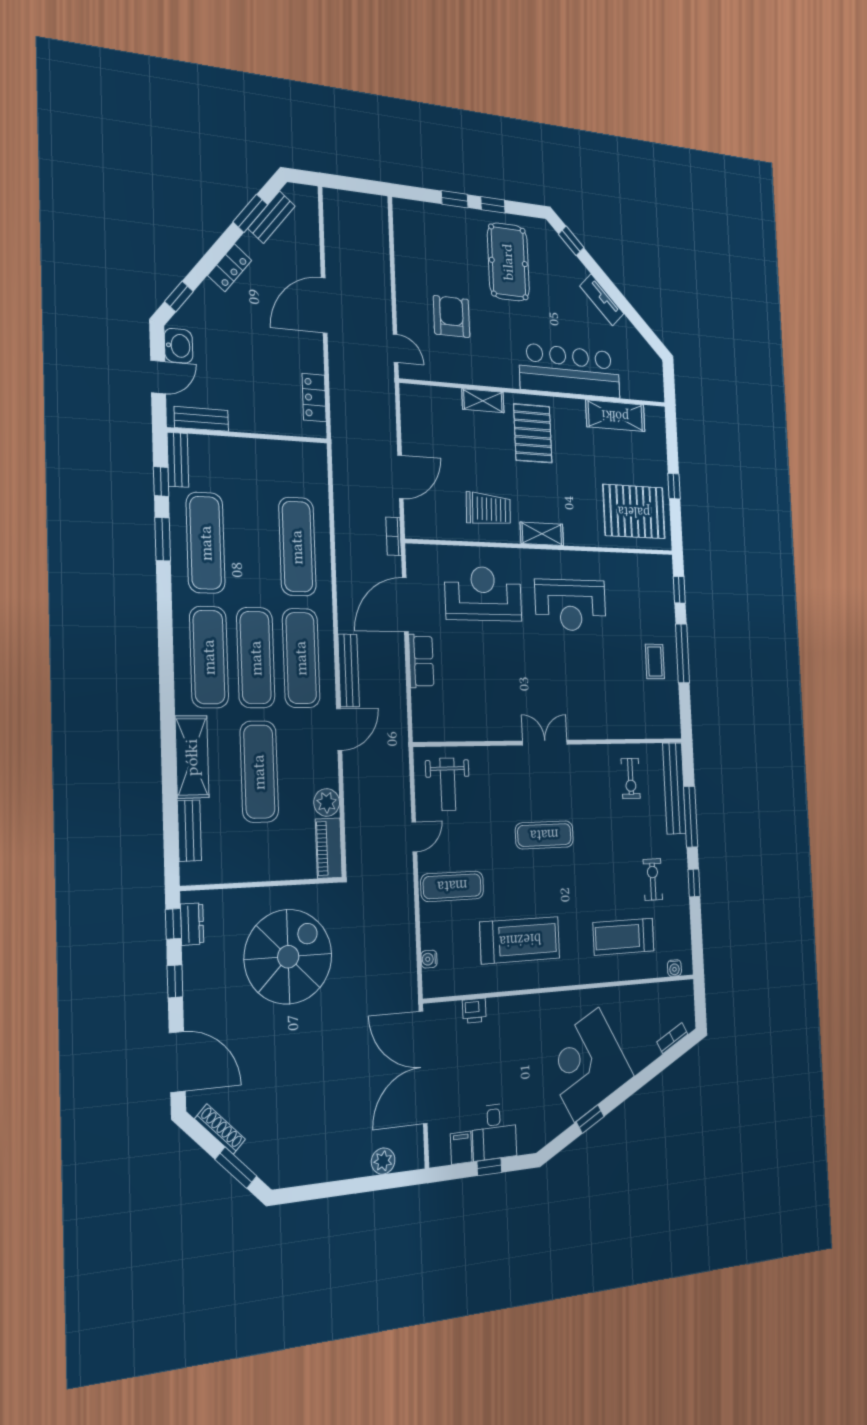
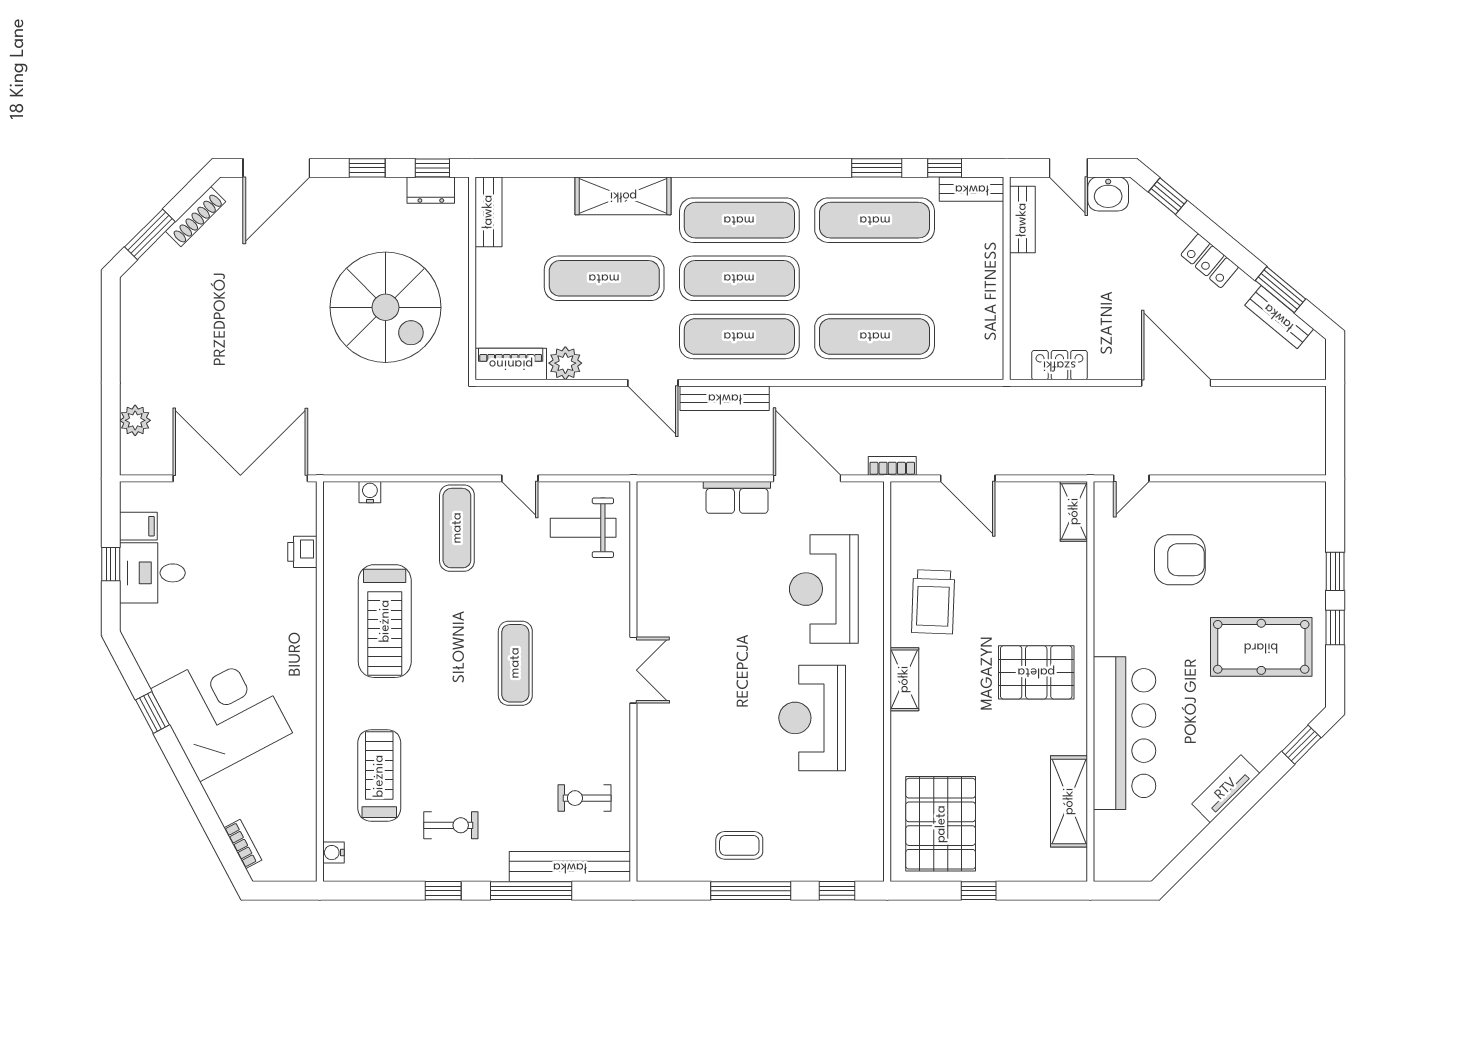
shelving: (483, 401) -> (1074, 511), moved
reception desk: (483, 594) -> (824, 589), turned 180
bench: (189, 831) -> (488, 212), moved, turned 90

